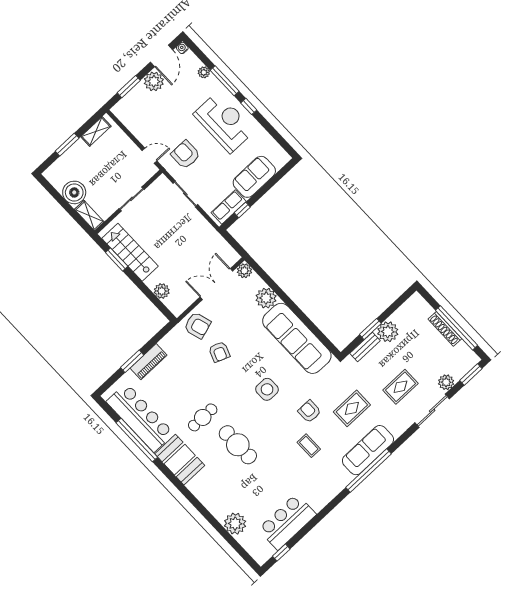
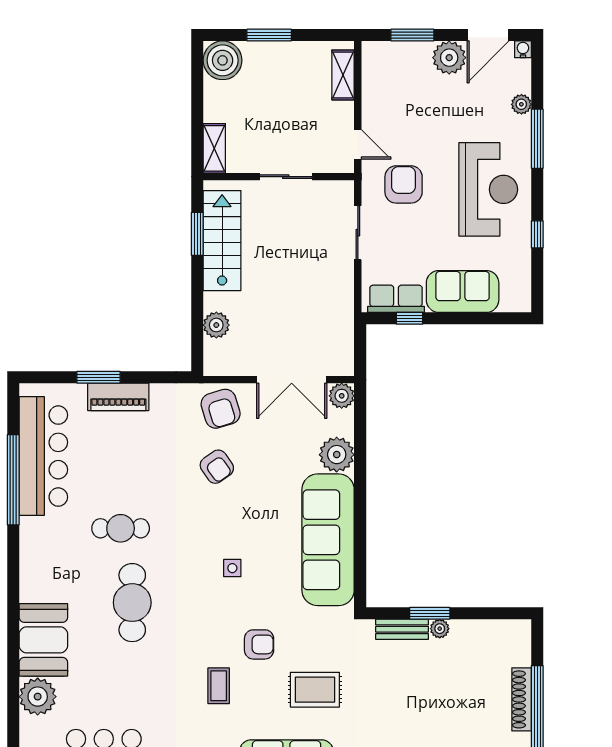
window: (249, 106) -> (537, 234), moved
shelving: (96, 131) -> (343, 75), moved, turned 90
boiler: (74, 192) -> (223, 60), moved
double door: (216, 284) -> (292, 380), swing flipped
plant: (388, 332) -> (440, 629), width x0.53, depth x0.53
armchair: (219, 352) -> (217, 467), turned -56
rug: (400, 387) -> (400, 719), removed
side table: (267, 389) -> (232, 568), width x0.54, depth x0.54
armchair: (309, 411) -> (259, 644), turned 90
booth: (180, 460) -> (43, 640), moved

